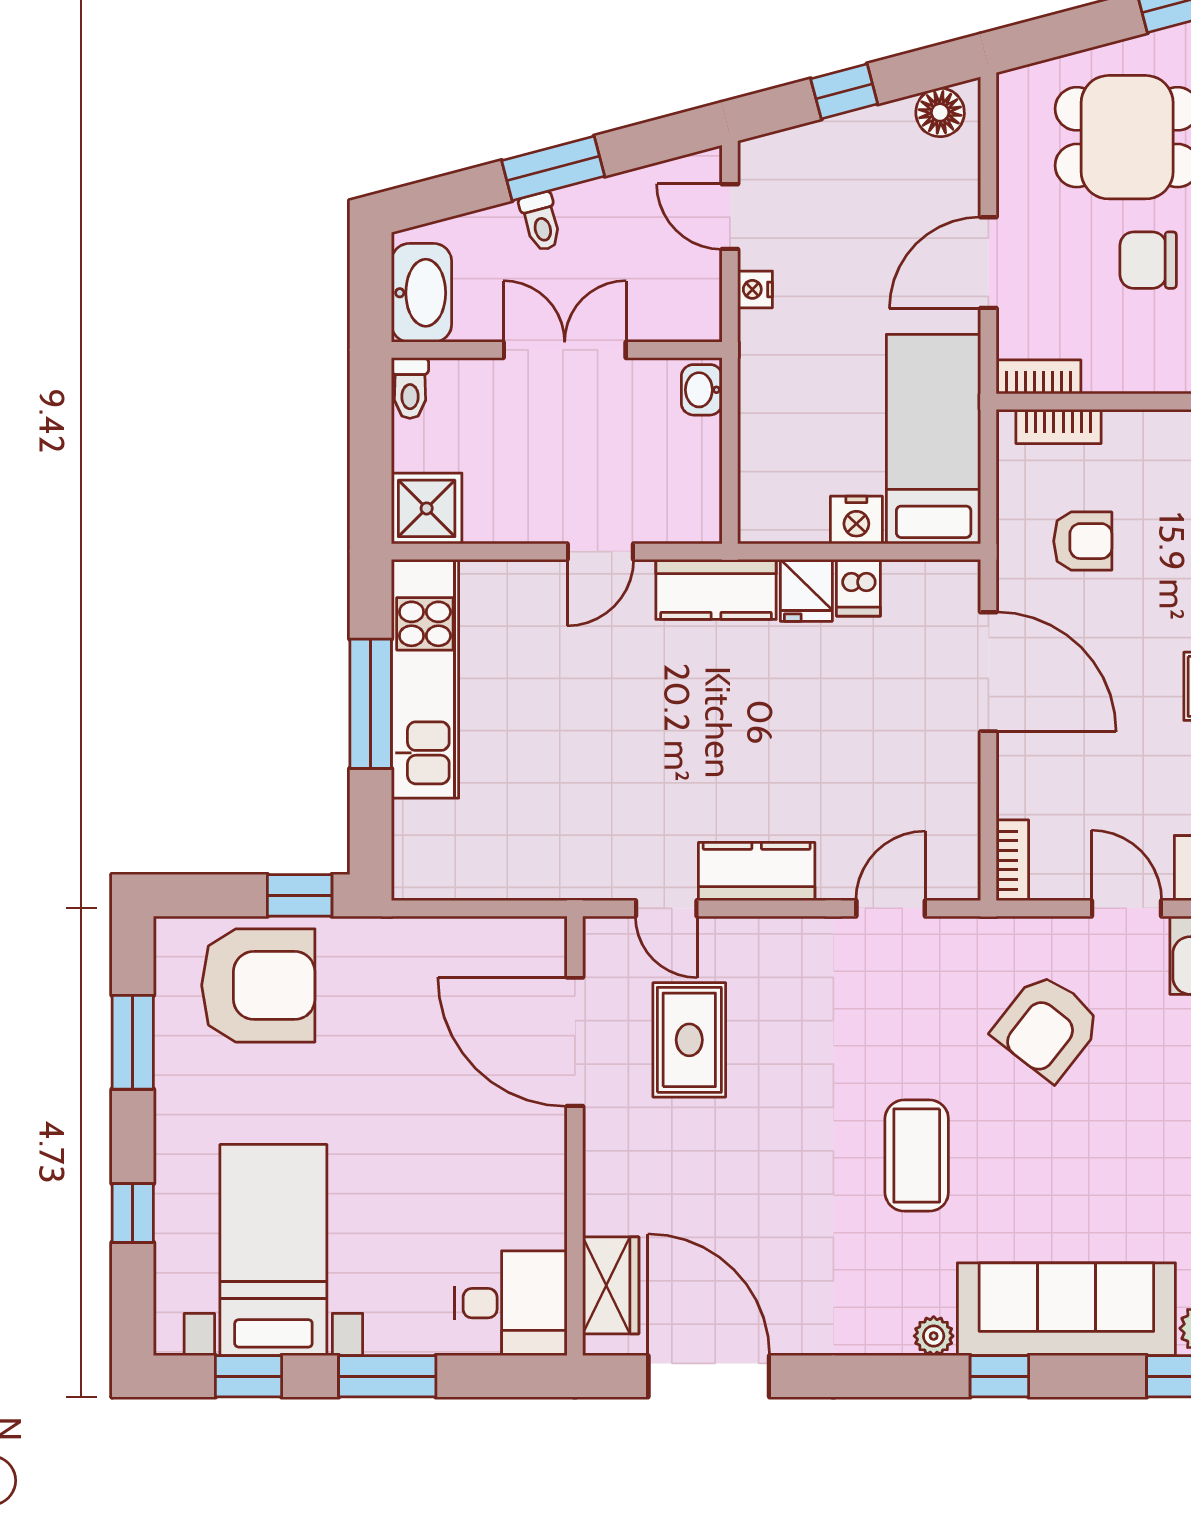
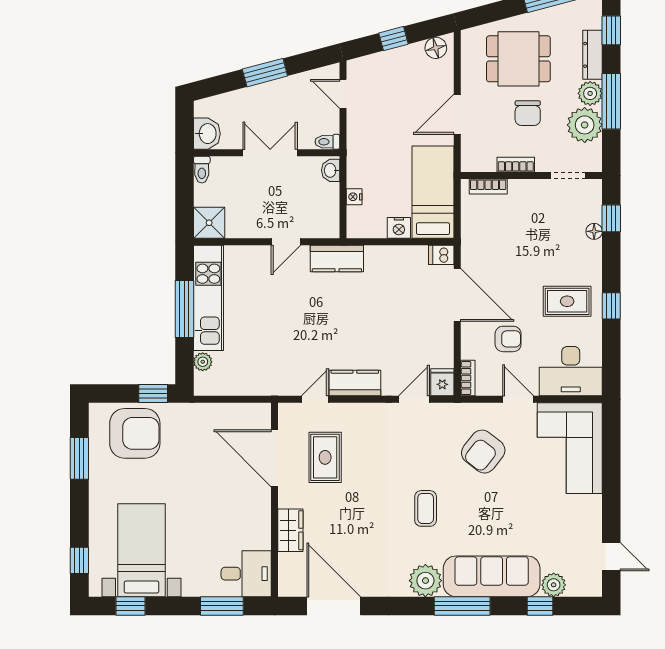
toilet: (541, 222) -> (327, 142), moved, turned 105
chair: (1148, 260) -> (528, 113), turned -90
nightstand: (755, 289) -> (354, 197), moved
washbasin: (421, 293) -> (207, 134), width x0.72
bookcase: (1039, 377) -> (516, 165), moved
armchair: (1083, 541) -> (508, 339), moved
dishwasher: (858, 588) -> (441, 255), moved, turned 90
fridge: (806, 590) -> (442, 382), moved, turned 180
plant: (412, 823) -> (203, 362), added
door: (666, 908) -> (315, 399), swing flipped
coffee table: (917, 1156) -> (426, 508), width x0.73, depth x0.77
window: (133, 1213) -> (79, 560), moved
wardrobe: (611, 1285) -> (290, 530), moved
plant: (934, 1336) -> (425, 581), width x1.88, depth x1.88
window: (387, 1376) -> (222, 606), moved
window: (999, 1376) -> (462, 606), width x2.17

